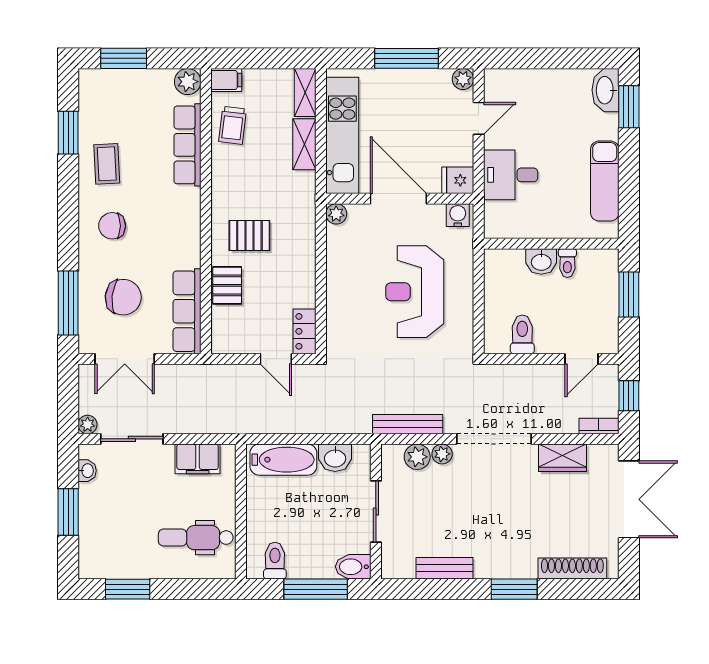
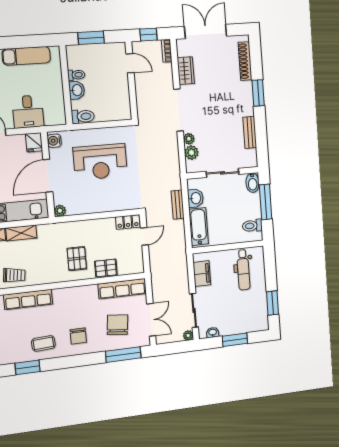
toilet: (522, 334) -> (83, 116), moved, turned 180
bench: (408, 424) -> (178, 205), moved, width x0.73

